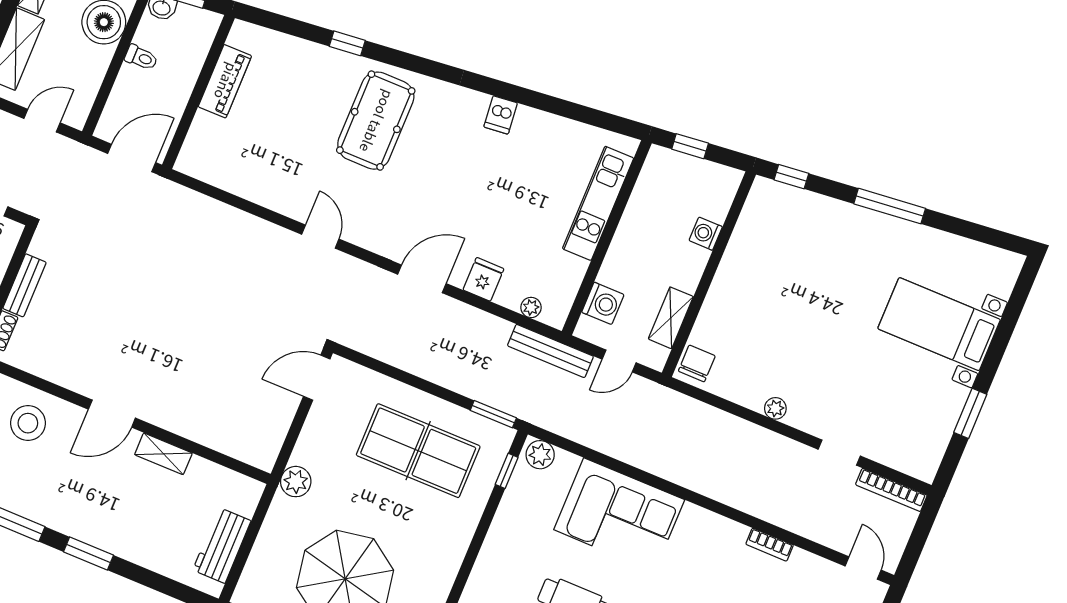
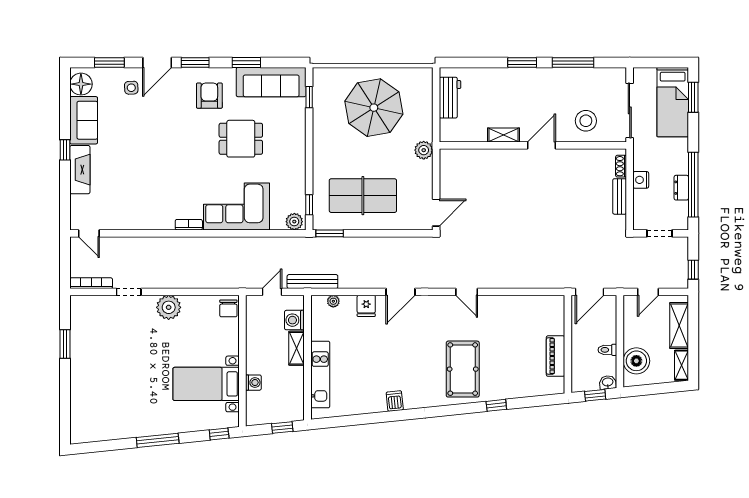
shelving: (671, 318) -> (297, 348), moved
bed with nightstands: (939, 324) -> (206, 384), moved, turned 180
plant: (775, 408) -> (169, 307), width x1.87, depth x1.87
bookcase: (770, 545) -> (189, 225), moved

